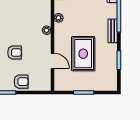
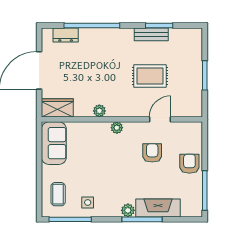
bench: (113, 31) -> (151, 34), moved
armchair: (14, 53) -> (152, 153), moved
rug: (83, 54) -> (150, 76), width x0.73, depth x0.70

